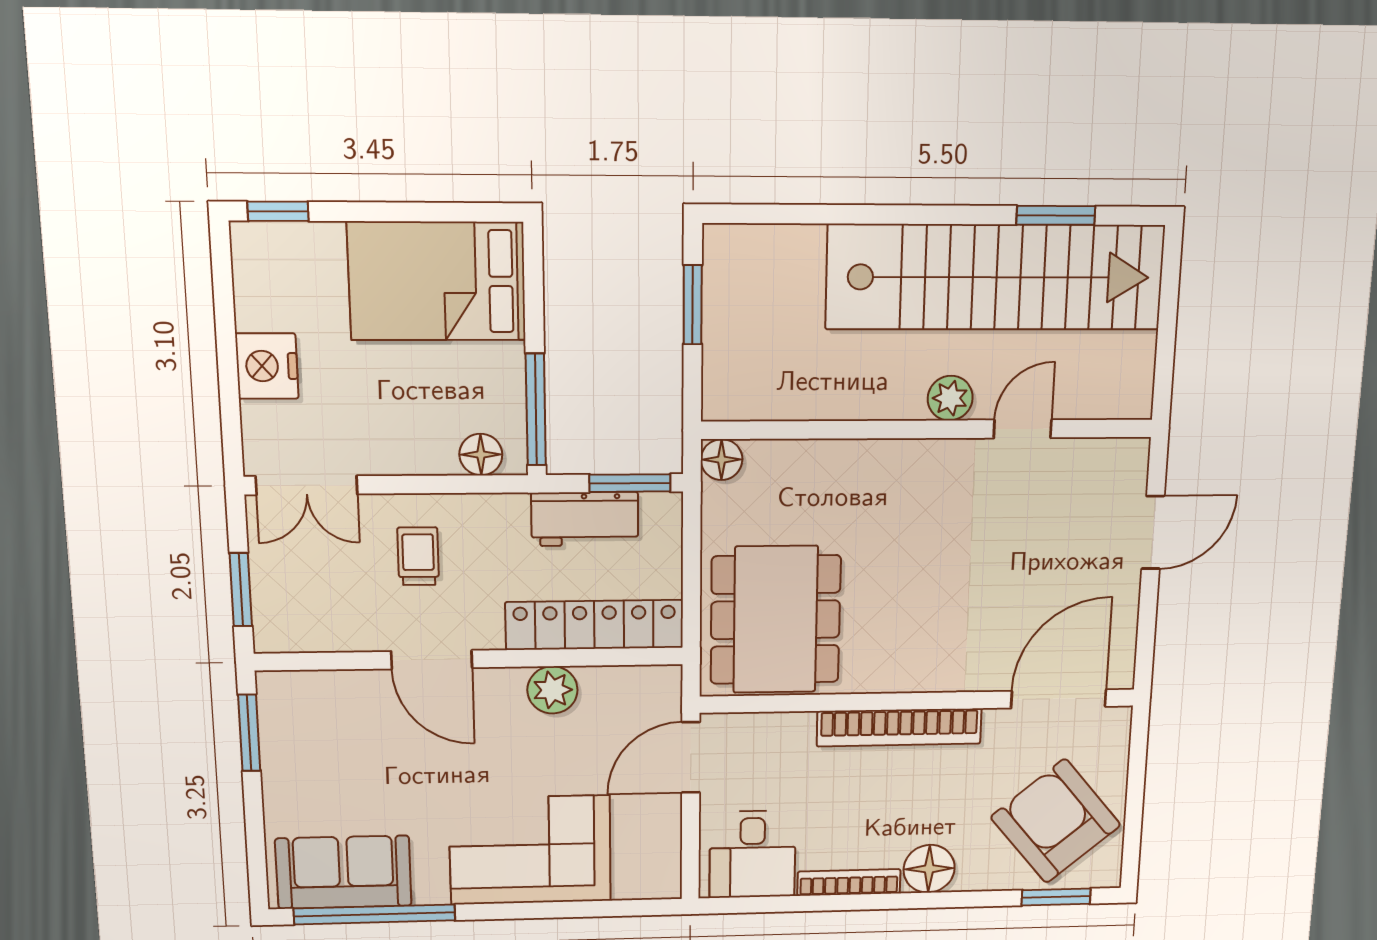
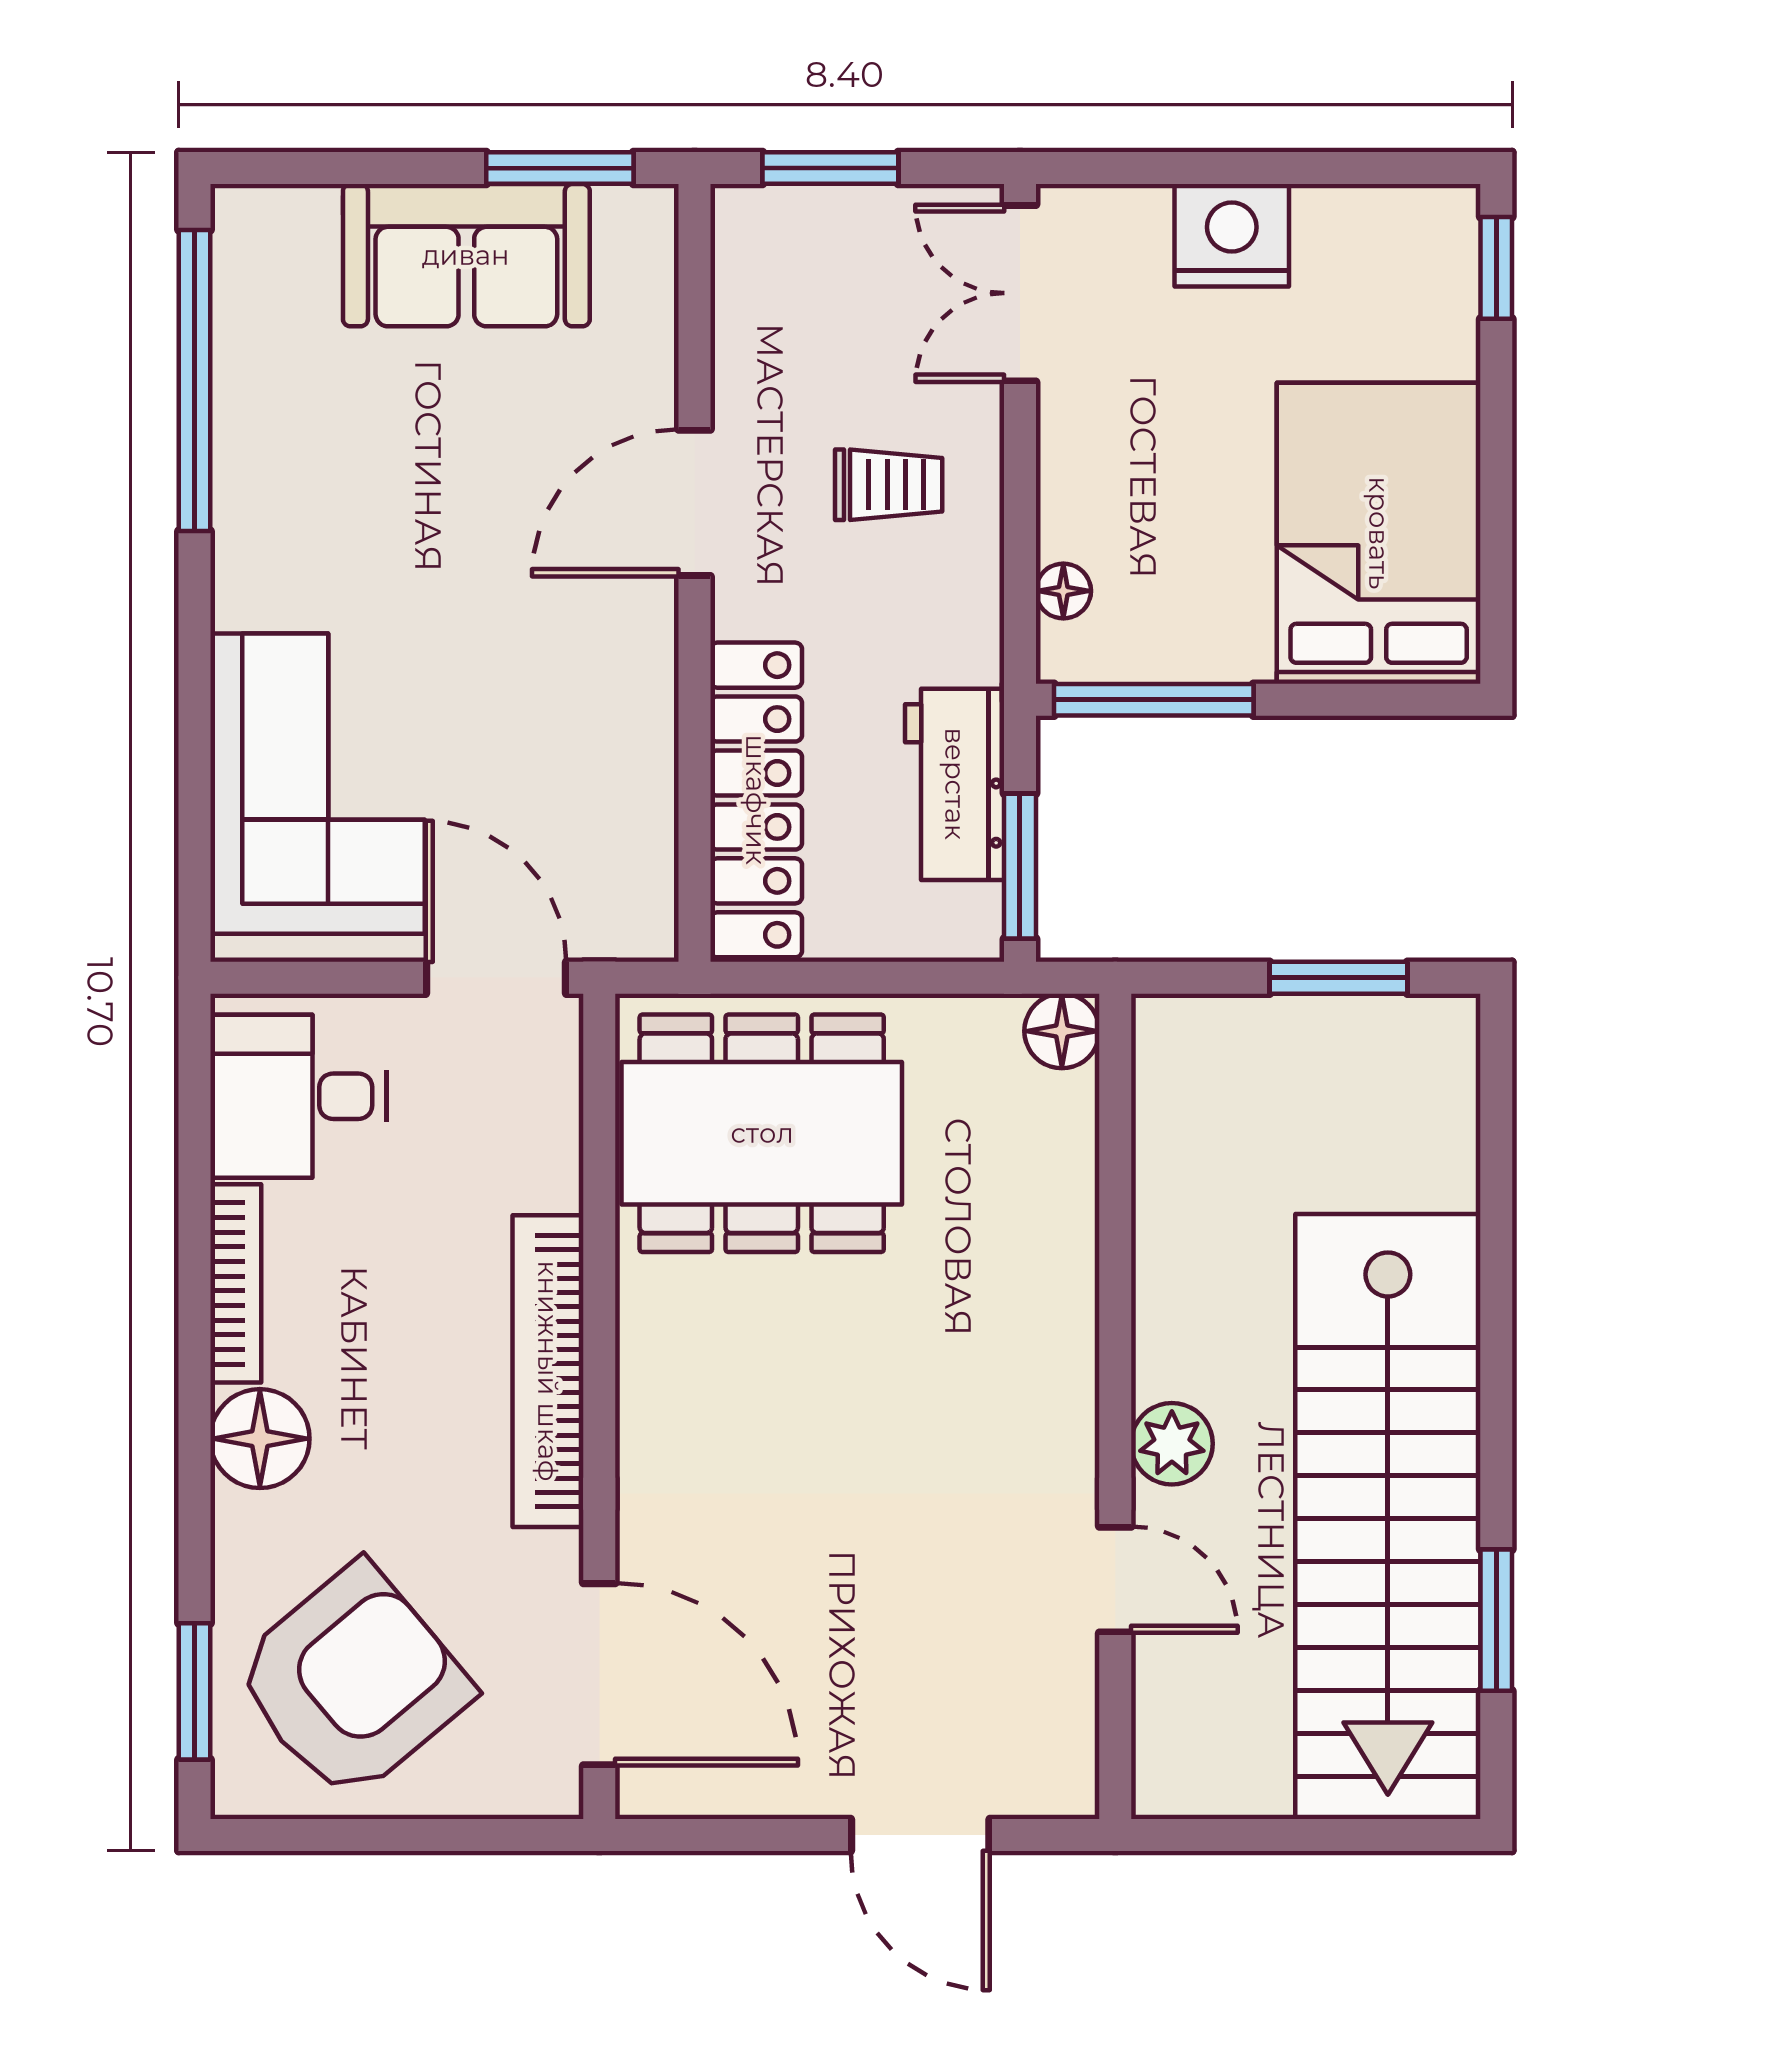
floor lamp: (481, 455) -> (1063, 591), width x0.73, depth x0.73
plant: (552, 690) -> (633, 722), removed
corner sofa: (530, 850) -> (318, 784), moved
sofa: (344, 872) -> (466, 255), moved, turned 90

